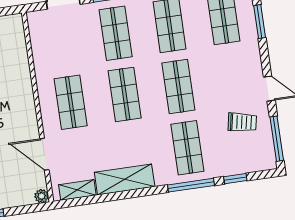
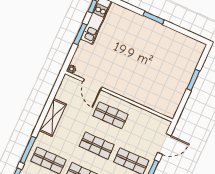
door: (44, 154) -> (92, 84), swing flipped
shelving: (77, 190) -> (63, 90), removed

